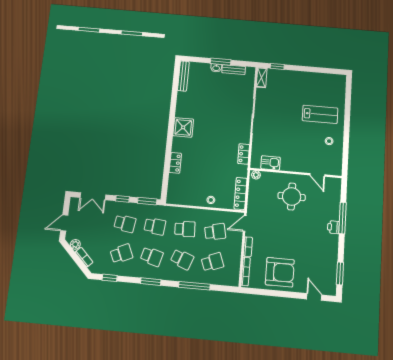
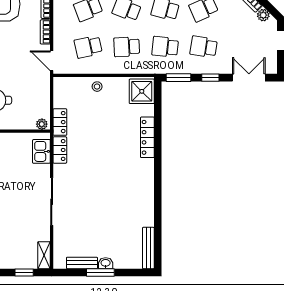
shower: (183, 127) -> (142, 91), moved
locker: (175, 163) -> (147, 137), width x1.53
kitchen sink: (270, 163) -> (41, 151), moved, turned 90
locker: (240, 193) -> (60, 122), moved, width x0.66
door: (245, 223) -> (52, 61), swing flipped

